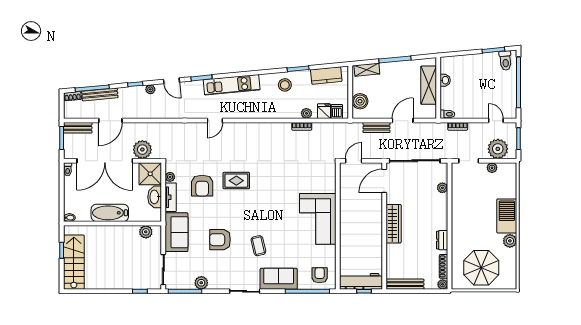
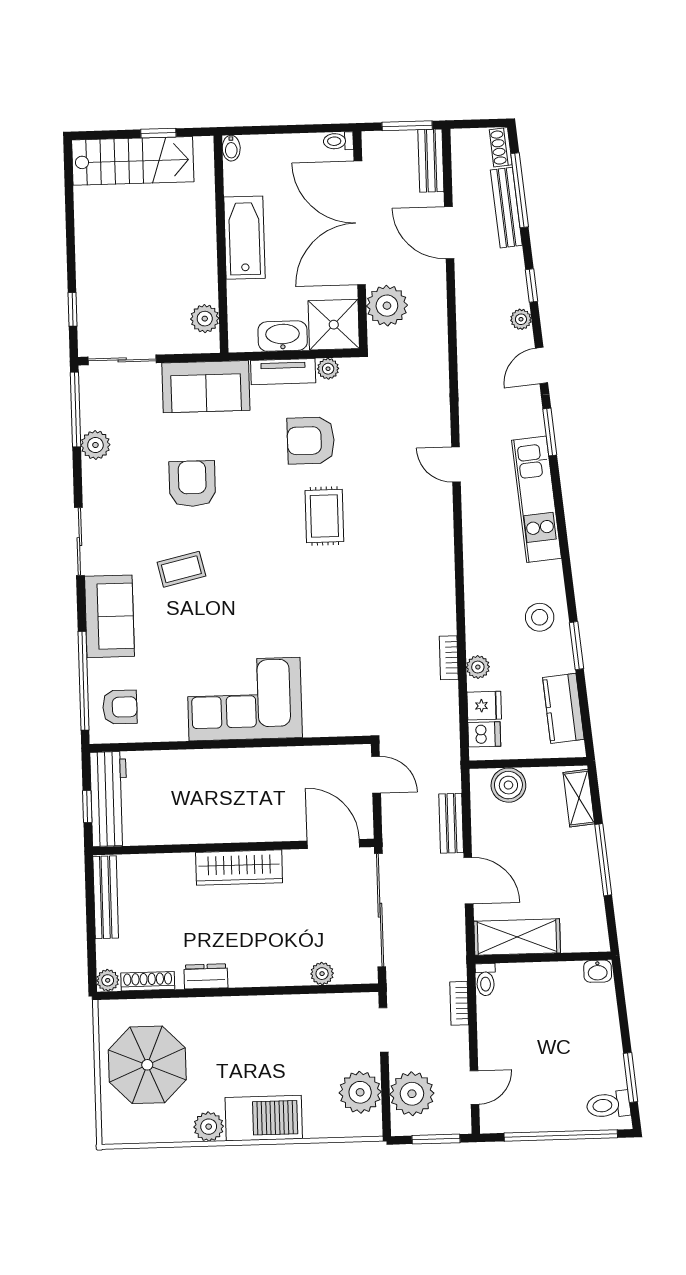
washbasin: (445, 80) -> (598, 971), moved
shelving: (429, 85) -> (517, 937), moved
plant: (492, 168) -> (360, 1092), width x1.87, depth x1.87

